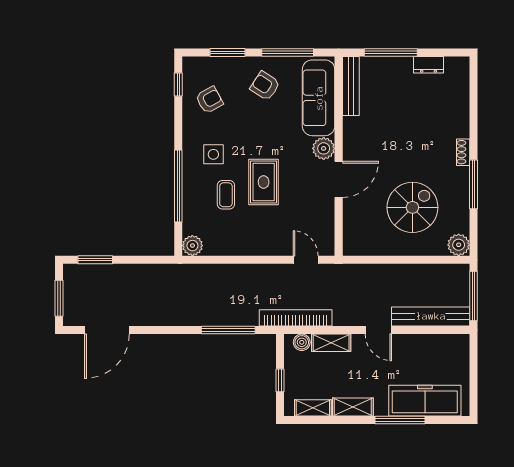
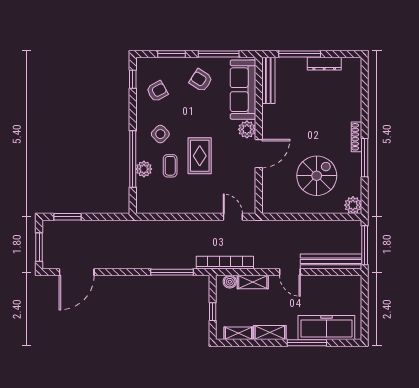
dresser: (429, 65) -> (324, 64), width x1.44
shoe rack: (463, 152) -> (357, 137), width x1.43
side table: (213, 154) -> (160, 134), turned 45
plant: (192, 246) -> (144, 169), moved

